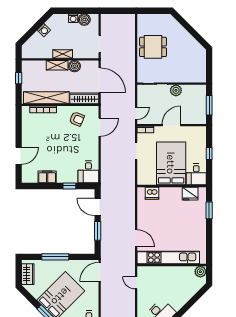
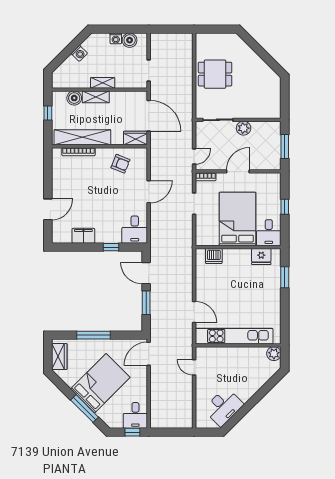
boiler: (74, 66) -> (74, 98), moved
wardrobe: (84, 98) -> (136, 138), width x0.67
door: (100, 127) -> (149, 192), moved

